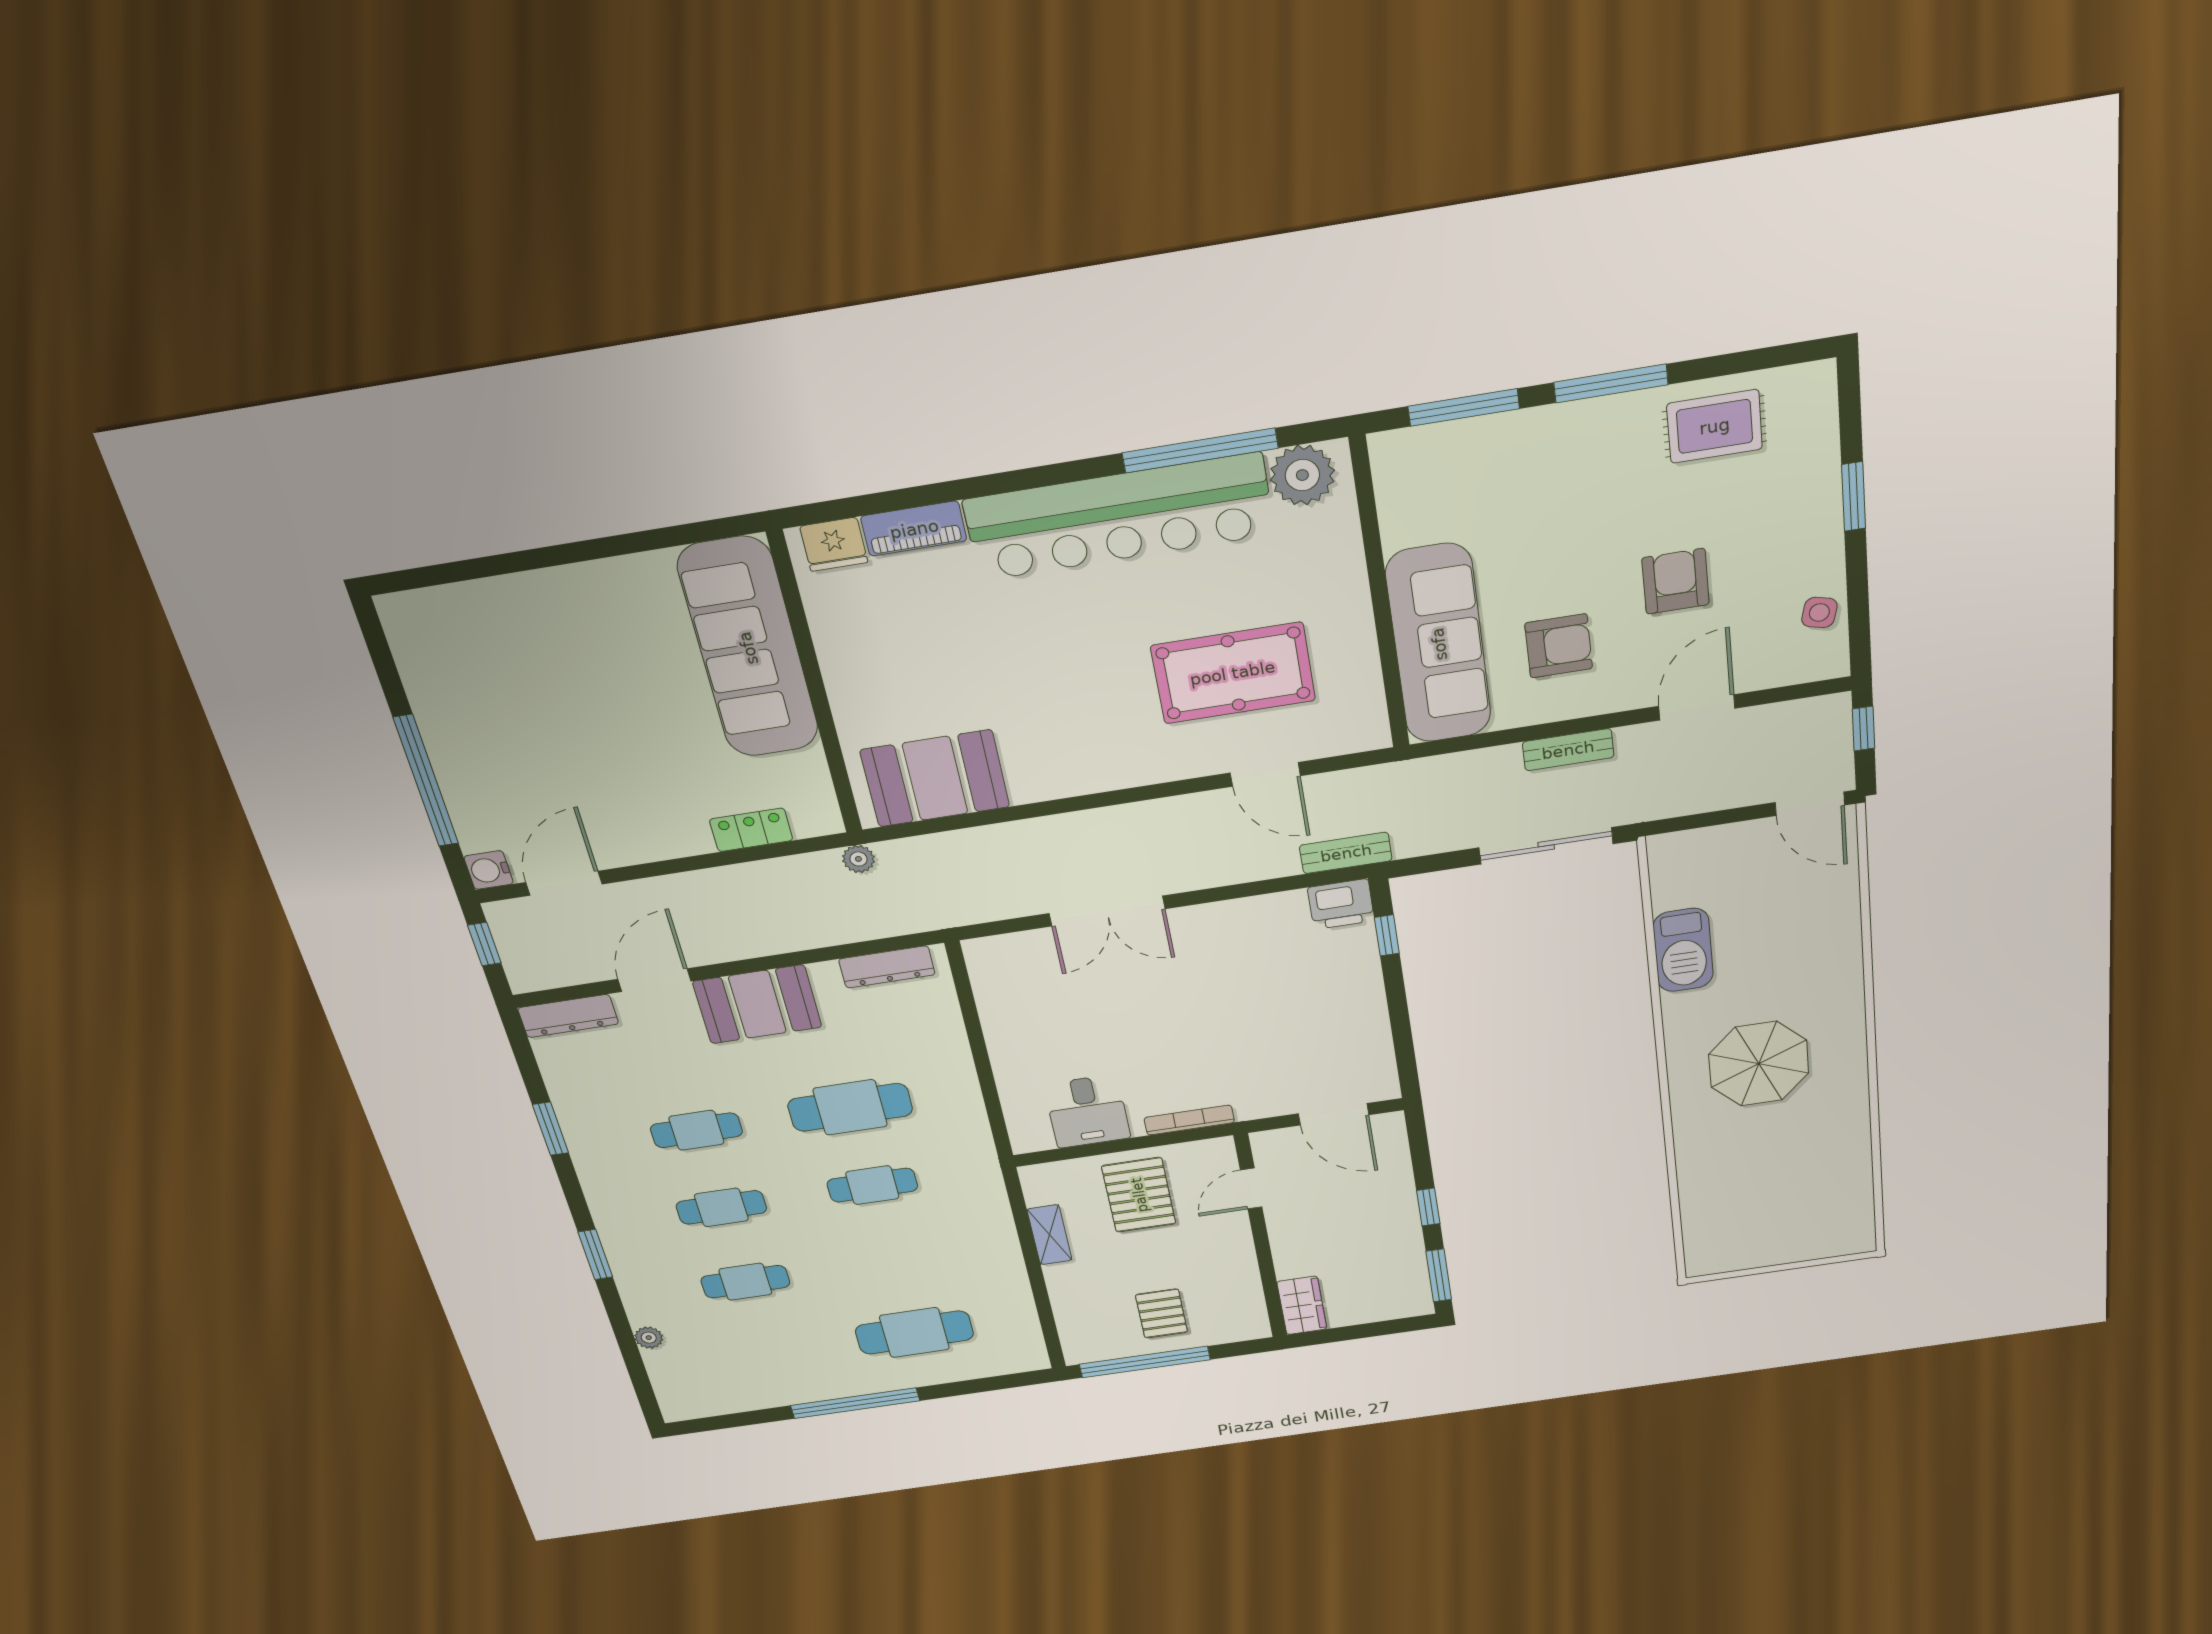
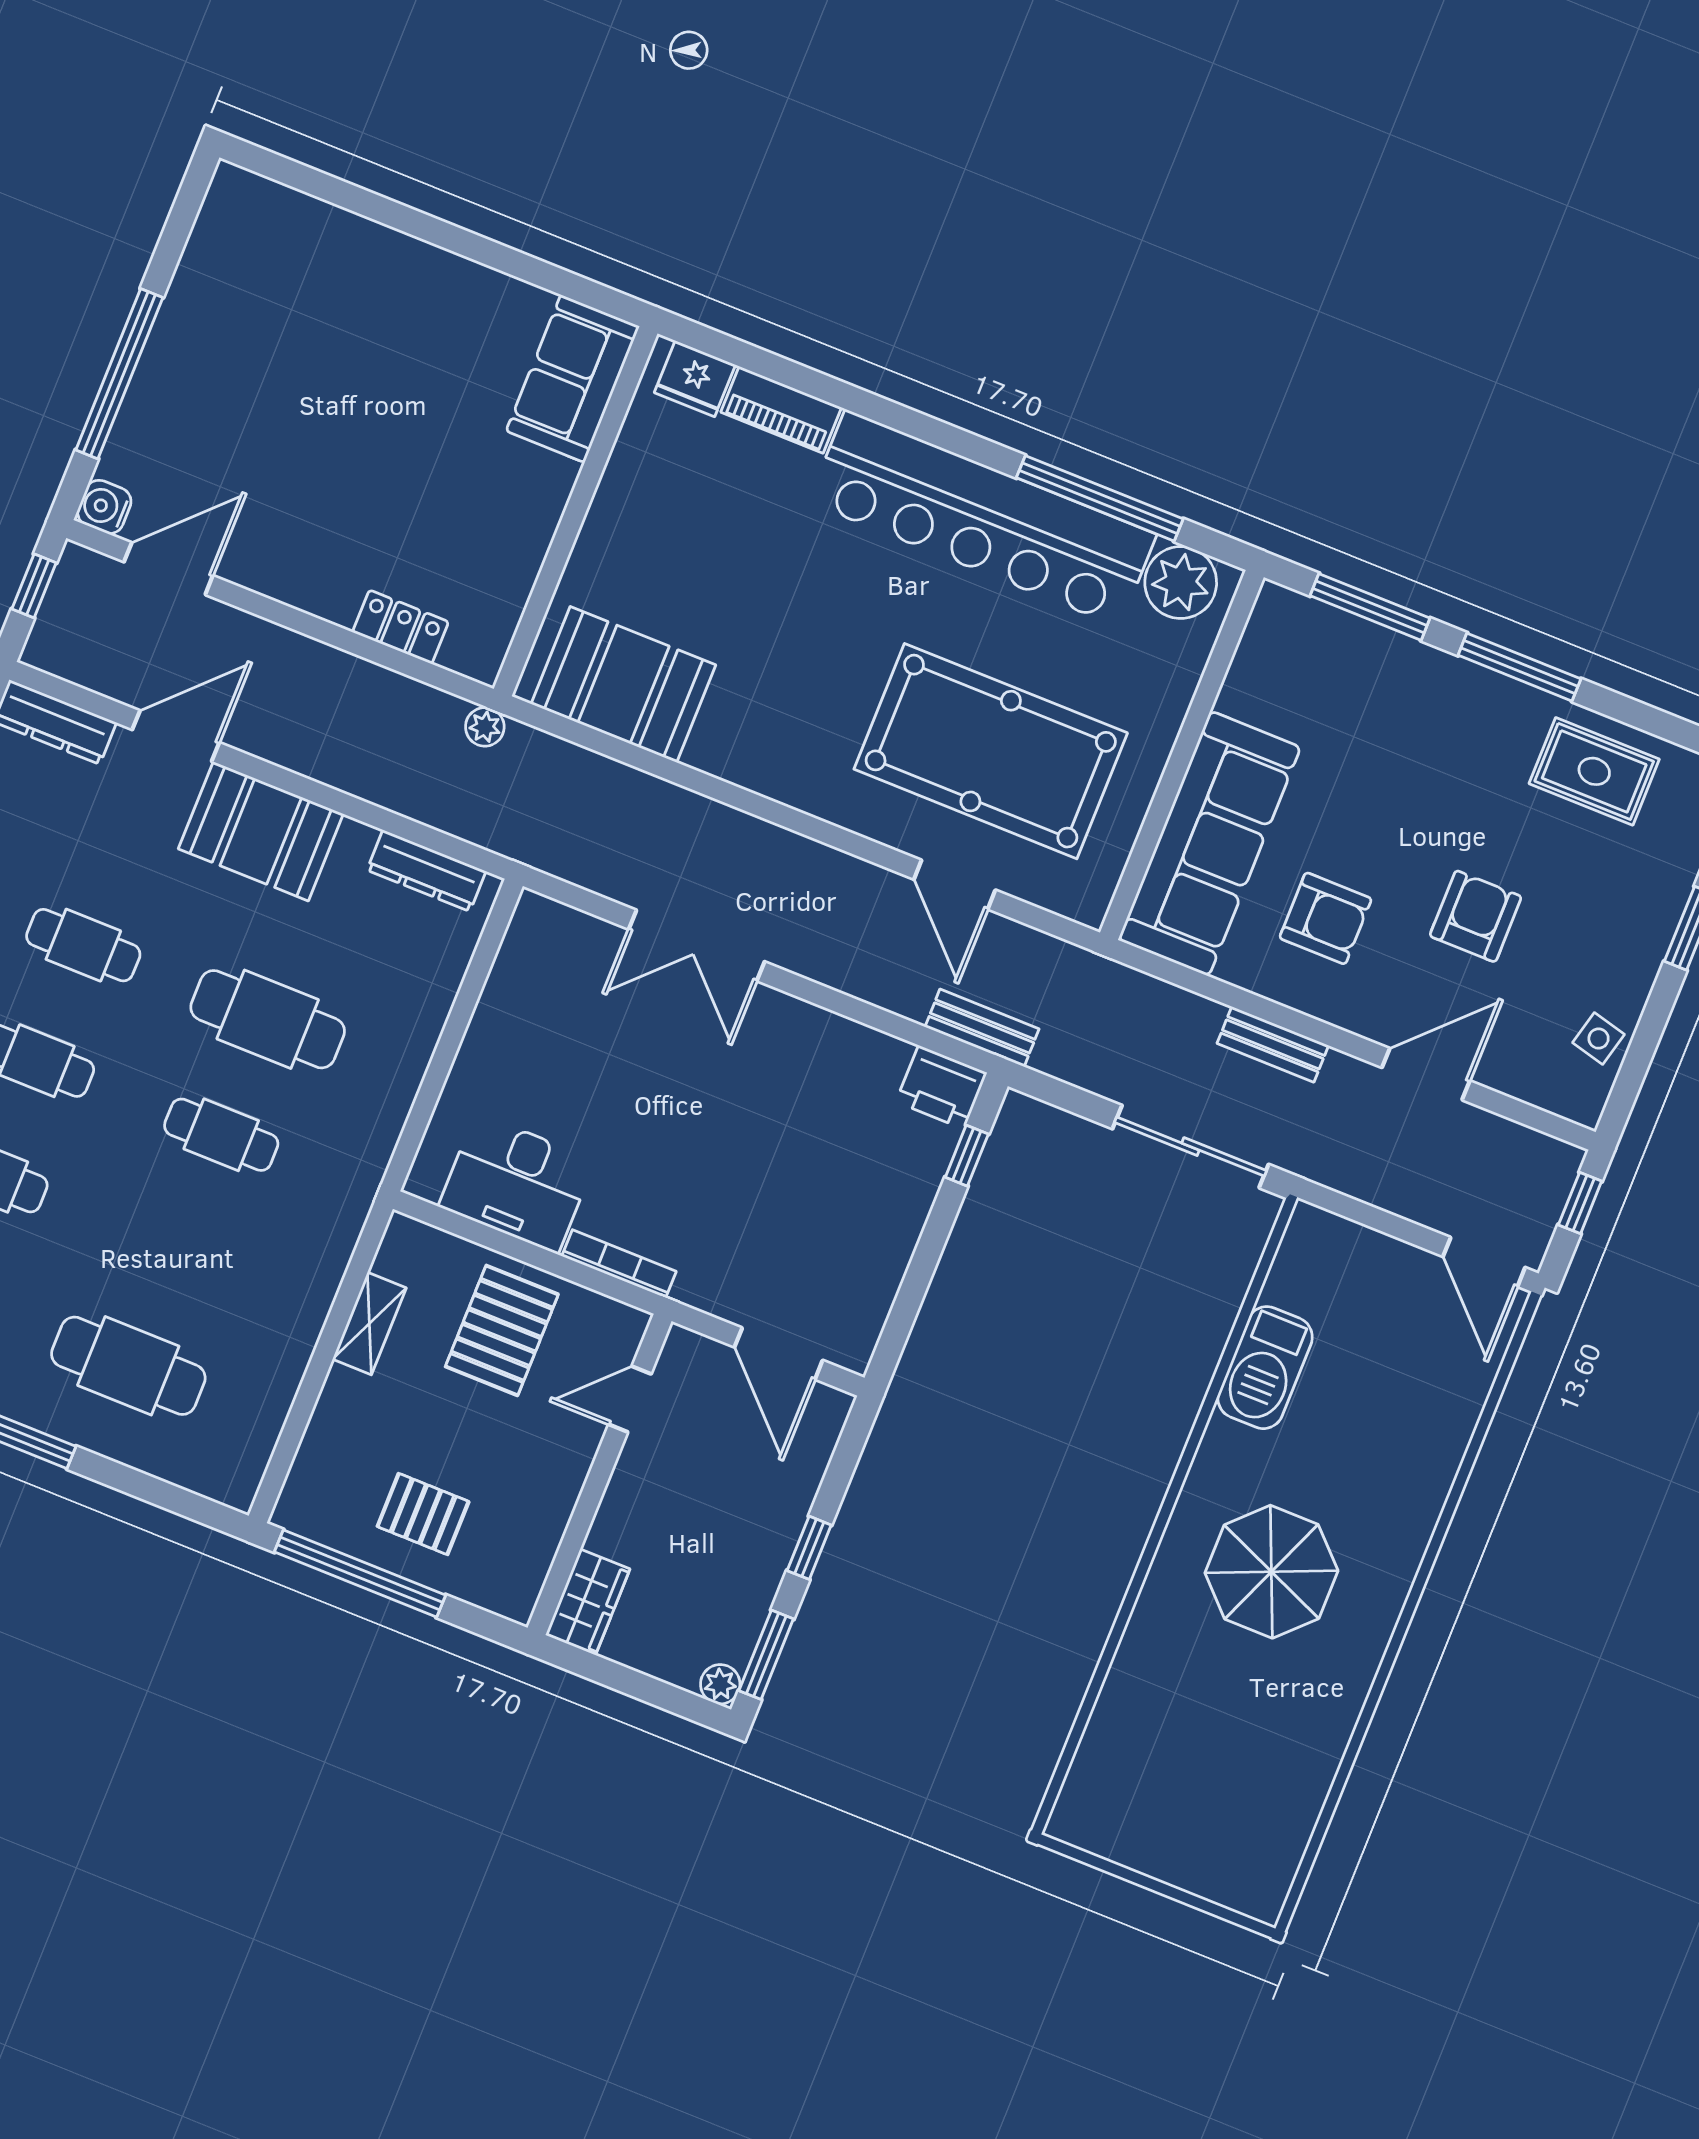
sofa: (748, 648) -> (573, 379), width x0.54, depth x0.79
pool table: (1233, 673) -> (991, 751), width x1.36, depth x1.32
desk: (1087, 1111) -> (517, 1183), width x1.37
plant: (1419, 1305) -> (720, 1684), added
pallet: (1161, 1313) -> (423, 1514), turned 90

